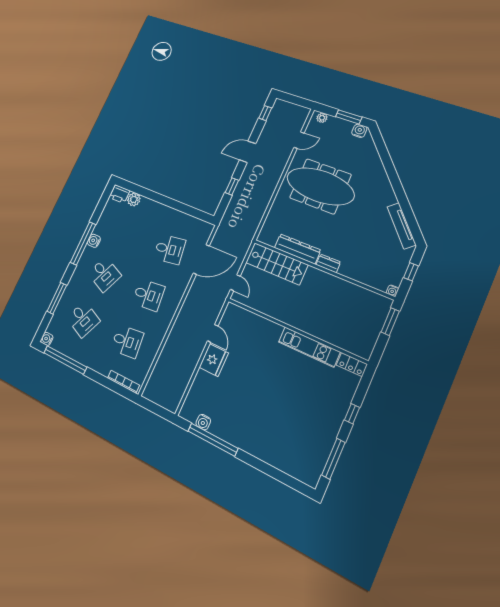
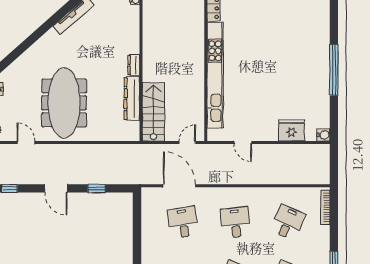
door: (213, 333) -> (243, 143), swing flipped
desk: (127, 341) -> (288, 222), turned 30
kitchen unit: (309, 347) -> (215, 75), width x1.86
fridge: (214, 360) -> (291, 131), moved
water cooler: (203, 422) -> (323, 135), moved
window: (213, 440) -> (334, 70), moved

